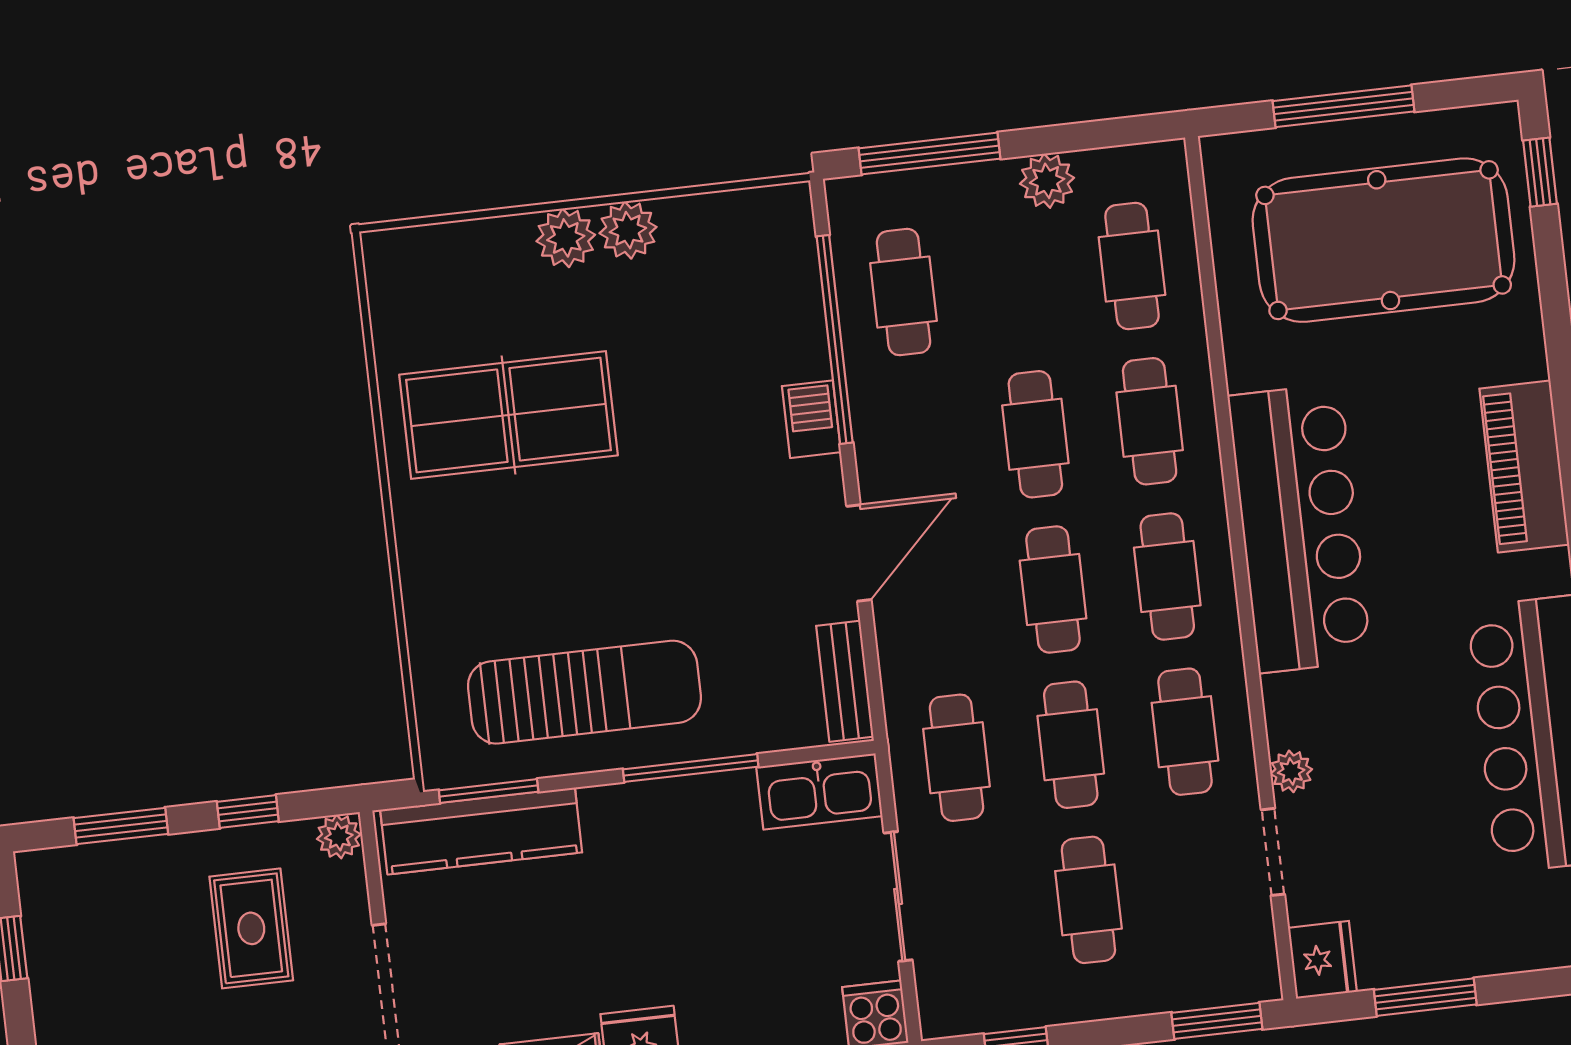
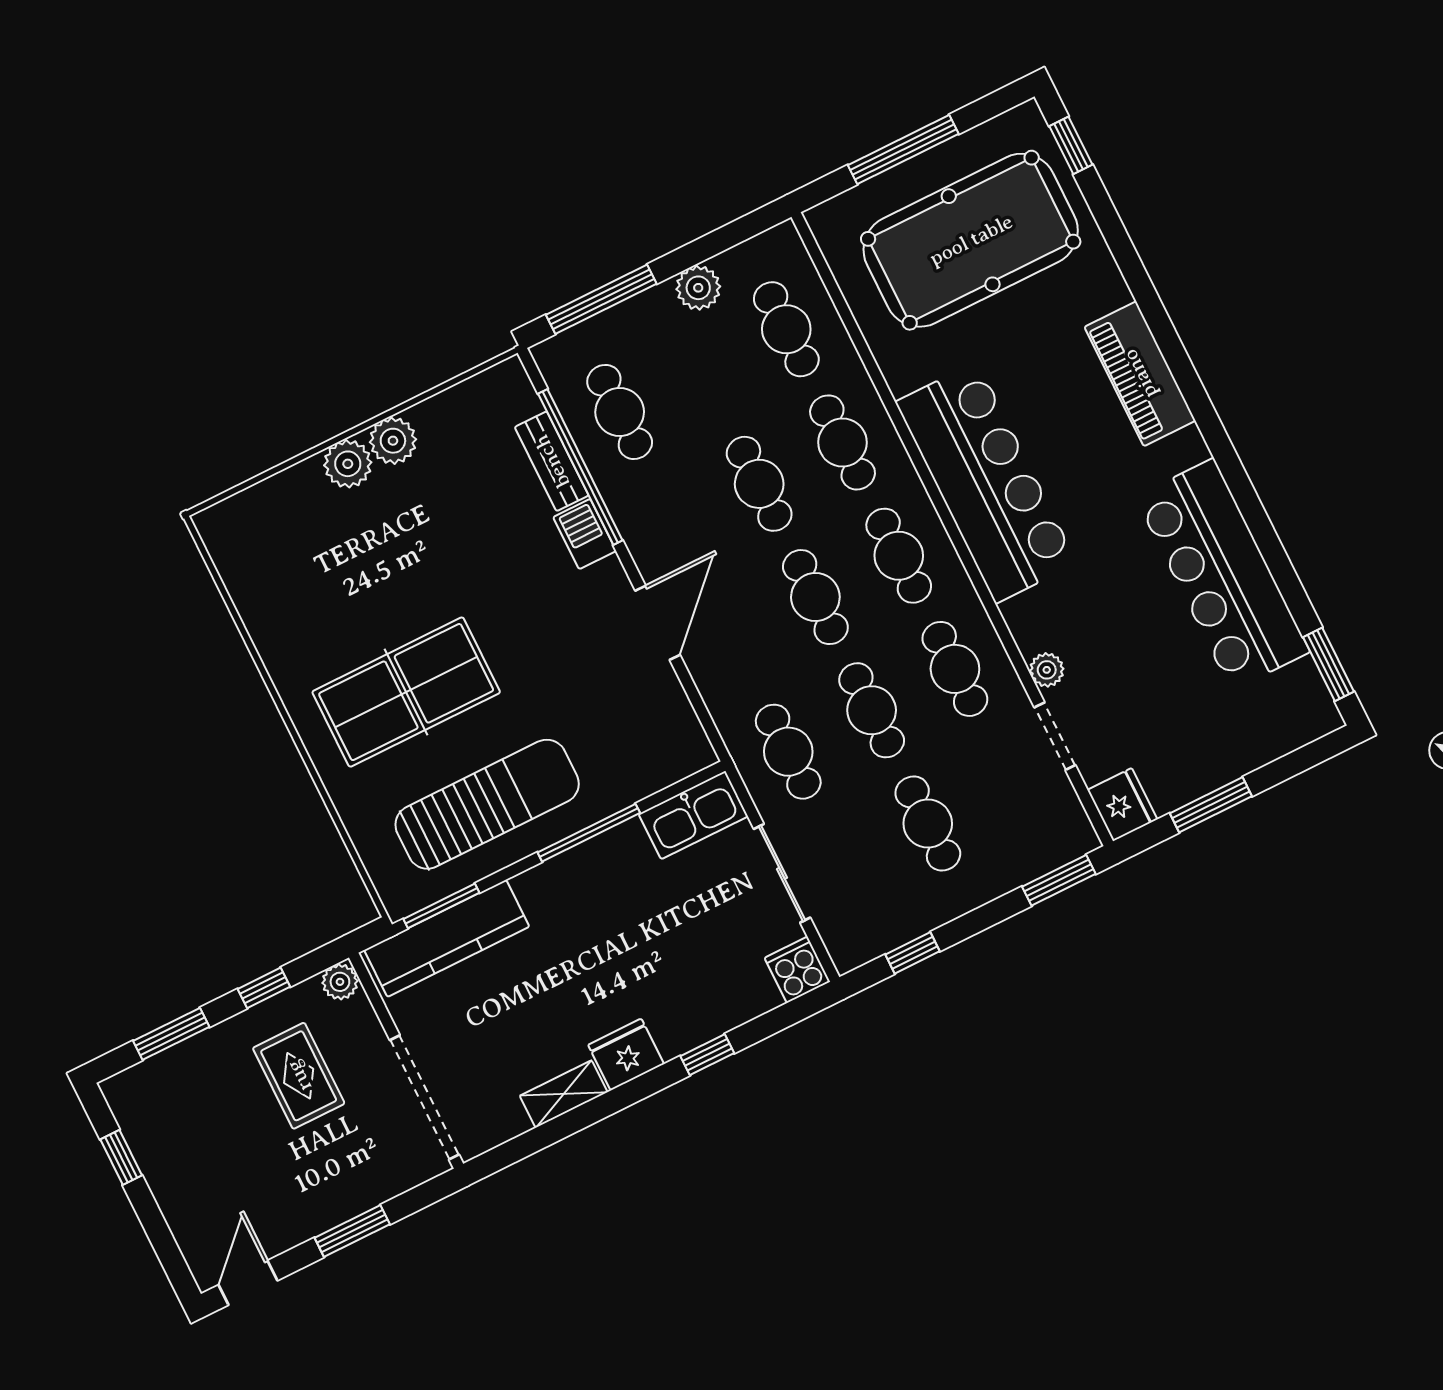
table tennis table: (509, 415) -> (406, 692), moved
bench: (845, 681) -> (552, 461), moved

